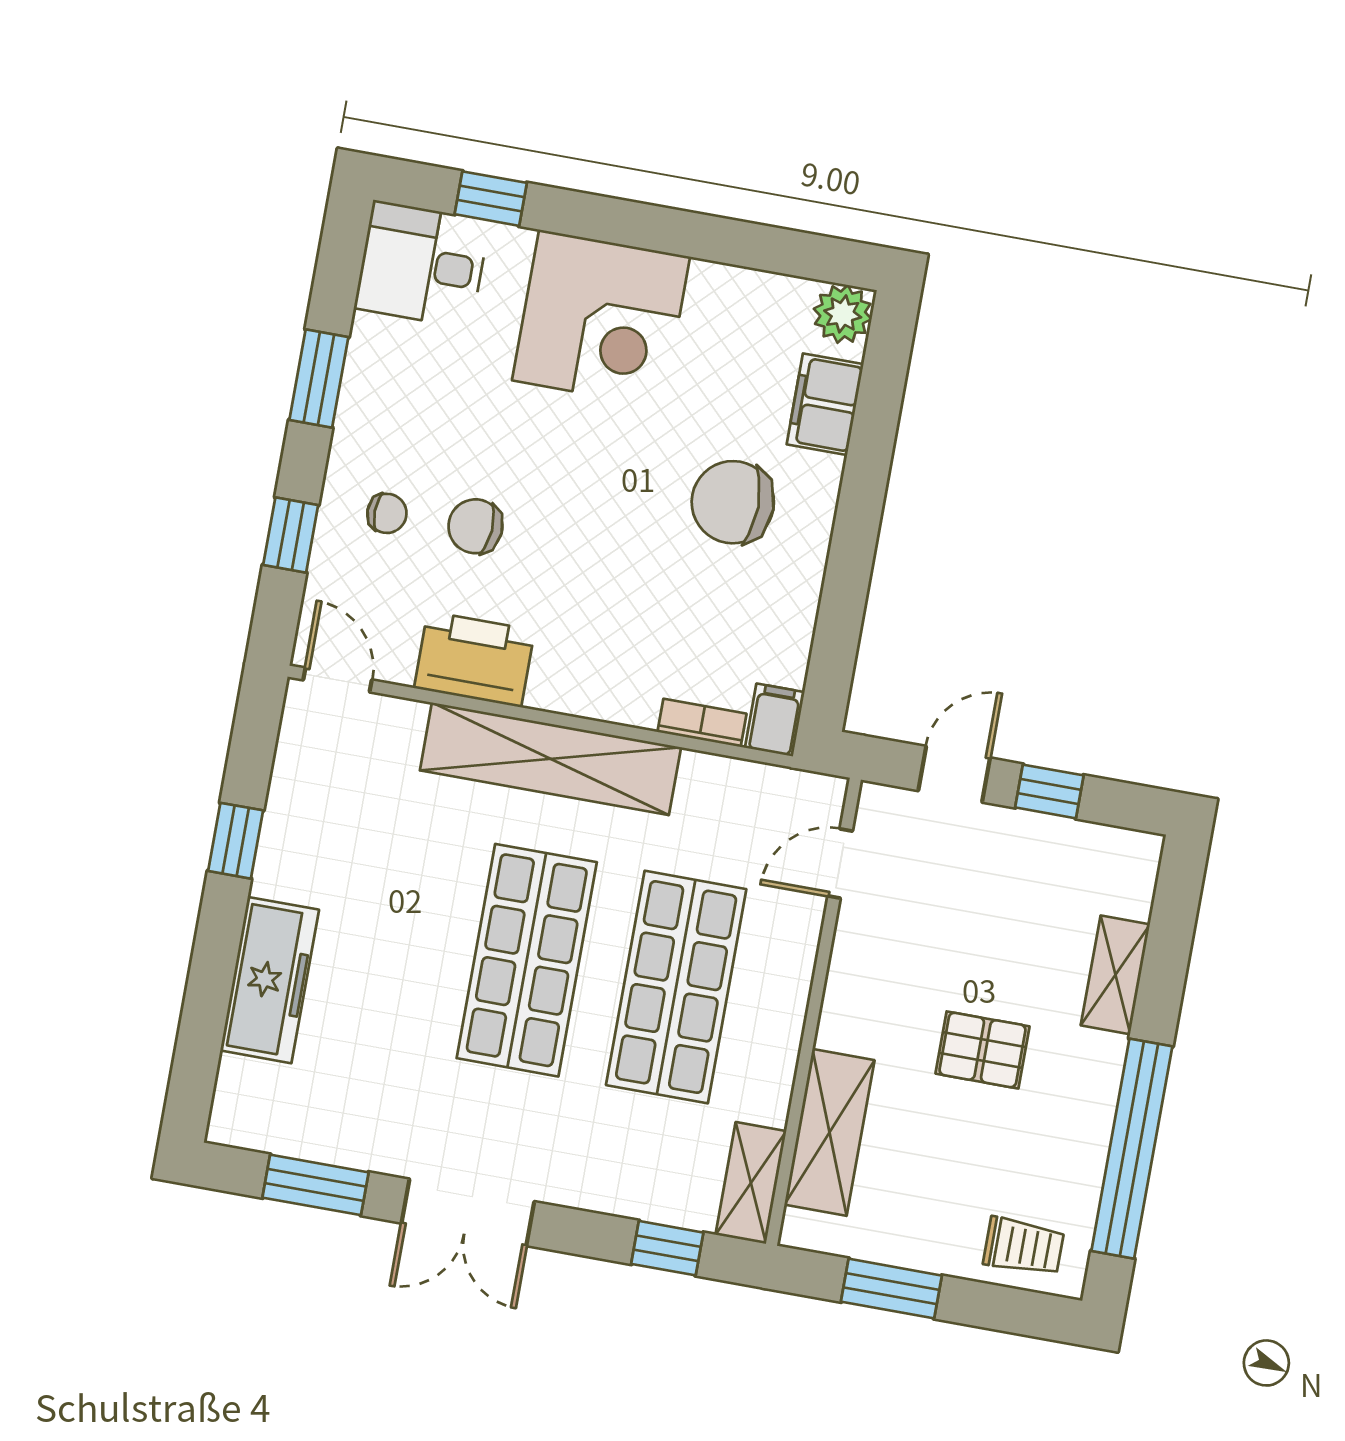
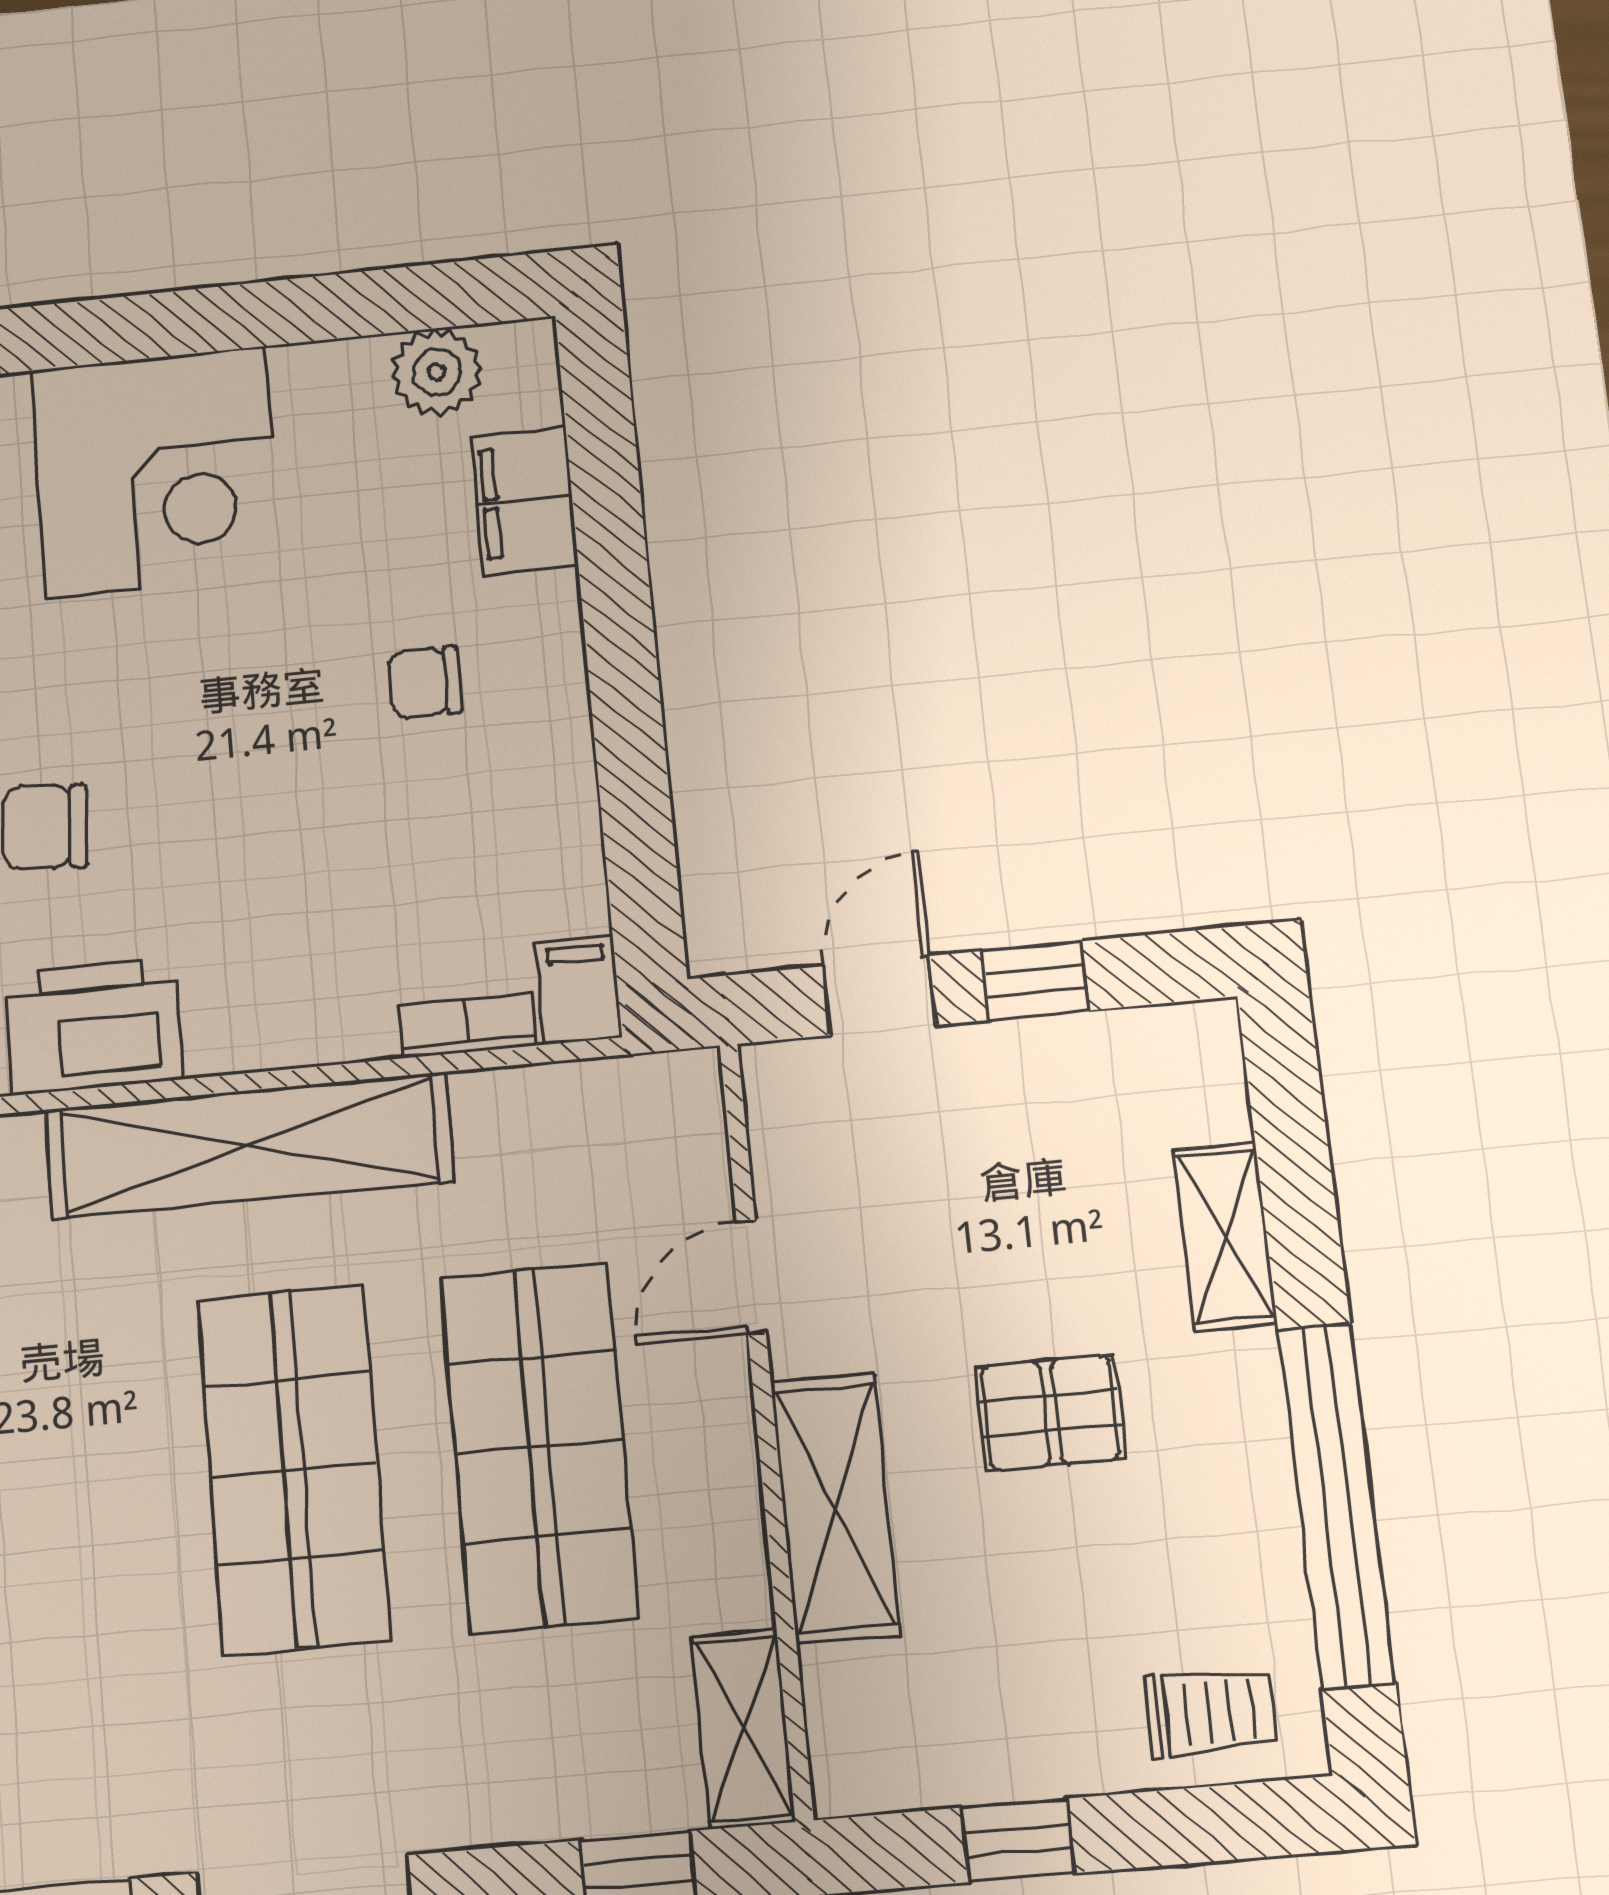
plant: (843, 314) -> (437, 372), moved
chair: (733, 502) -> (425, 683), width x0.54, depth x0.54
door: (840, 863) -> (751, 1277), moved
shelving: (829, 1132) -> (835, 1508), moved
window: (891, 1289) -> (1018, 1840), width x0.67

